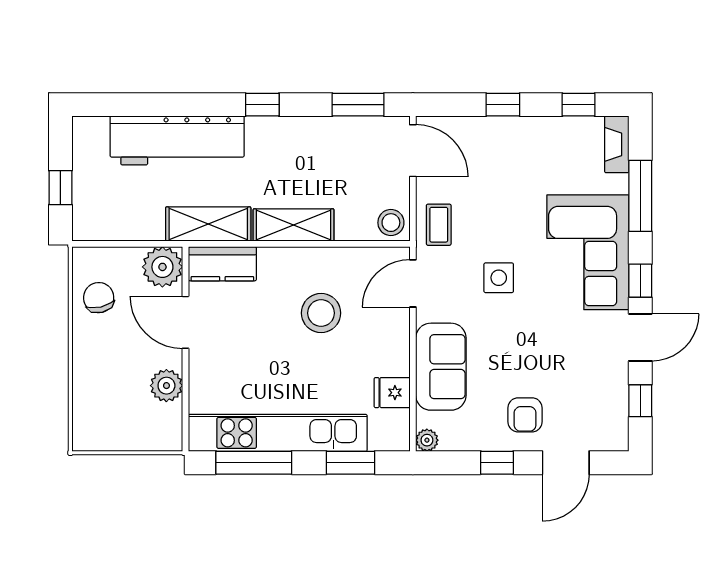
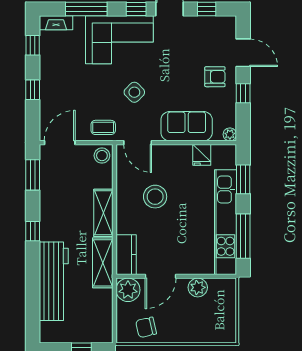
side table: (499, 278) -> (134, 92), turned 45

